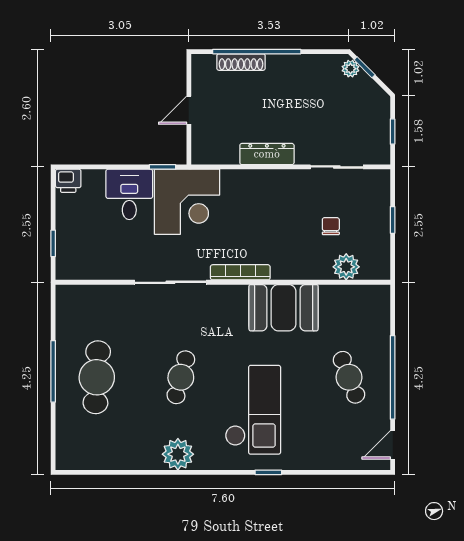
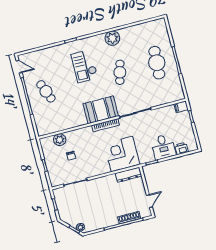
door: (189, 110) -> (149, 201), moved
dresser: (267, 154) -> (128, 175), moved
printer: (68, 181) -> (182, 148), moved
corner desk: (187, 202) -> (122, 154), moved
filing cabinet: (69, 270) -> (181, 107), added
booth: (284, 308) -> (101, 110), moved
checkout: (253, 410) -> (84, 66), width x0.73, depth x0.83
door: (393, 445) -> (19, 67), hinge flipped

